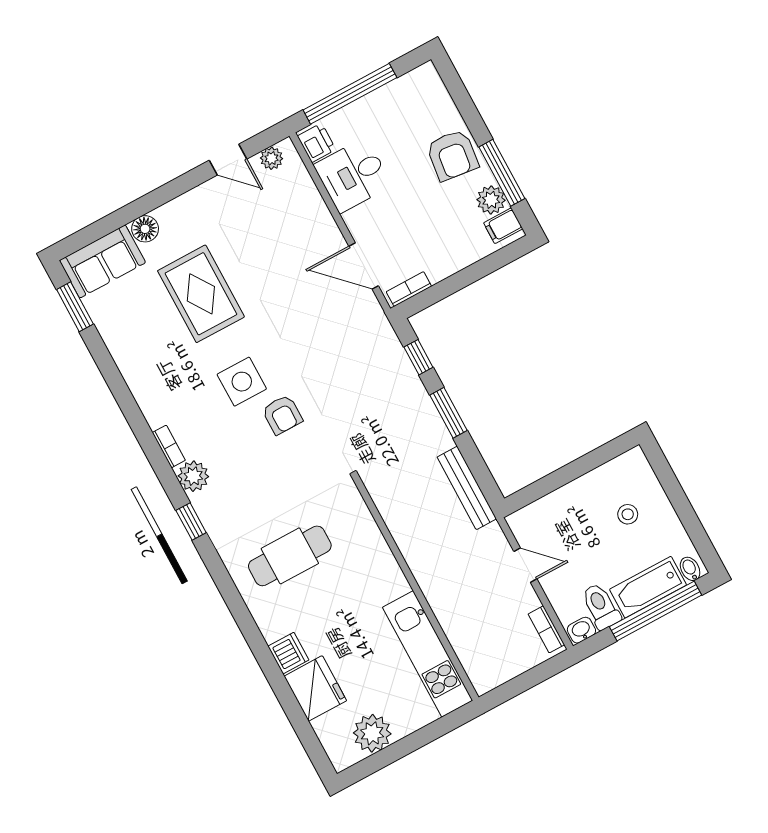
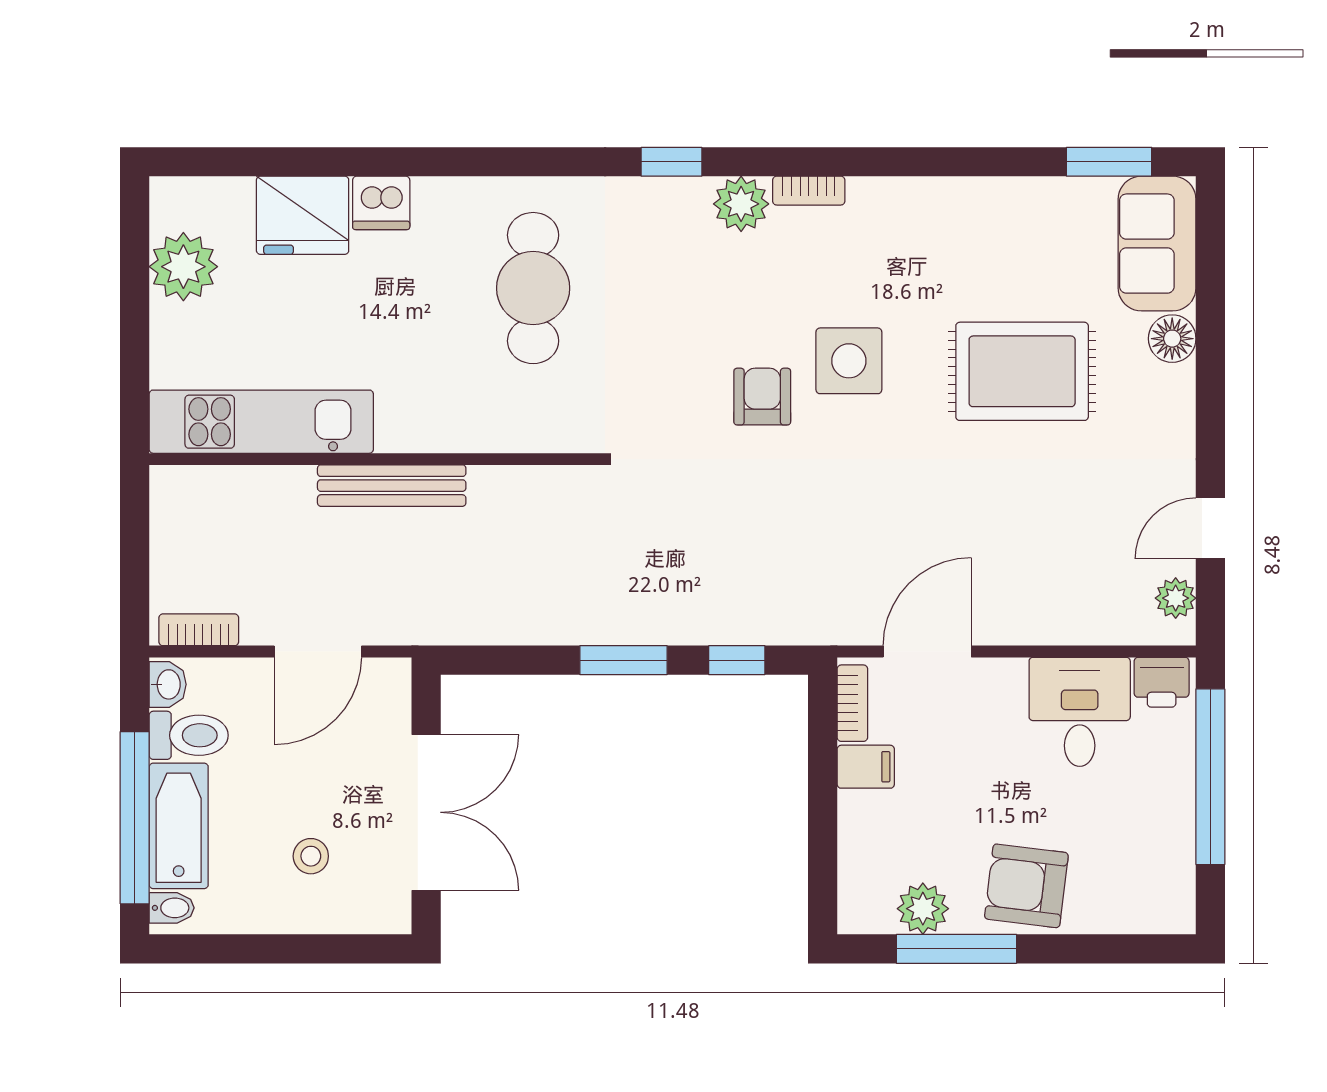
filing cabinet: (503, 226) -> (866, 767), moved, turned 90
armchair: (282, 415) -> (762, 397), turned 90
double door: (576, 469) -> (426, 812), added
bench: (467, 488) -> (392, 486), moved
door: (525, 565) -> (318, 651), width x1.38

